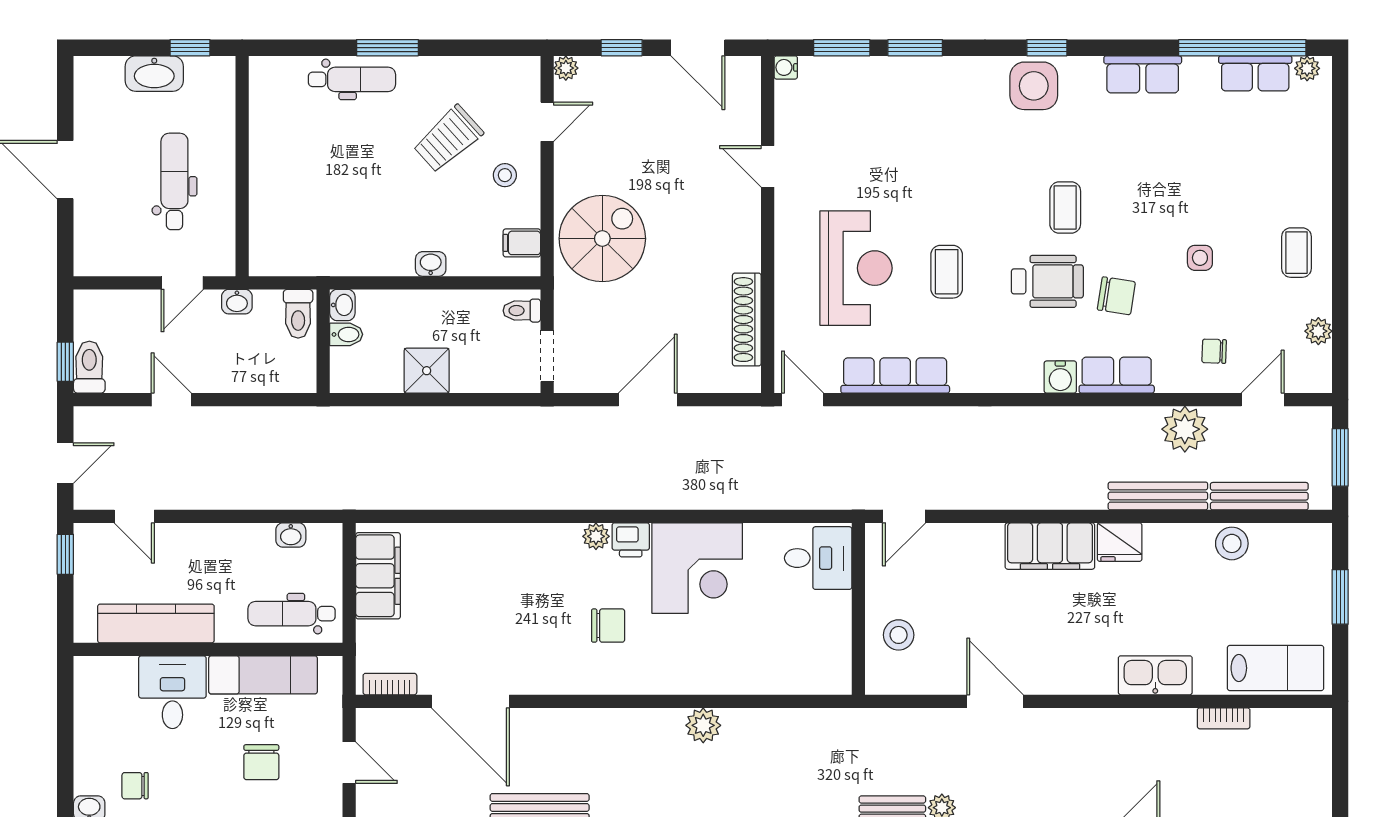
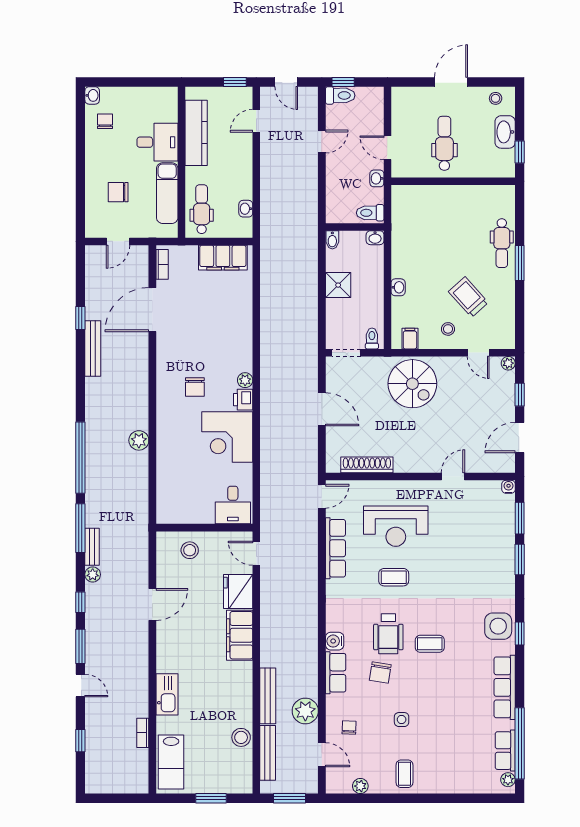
row of seats: (1143, 74) -> (505, 687), width x1.48
stool: (94, 90) -> (496, 98), added
dental chair: (174, 181) -> (444, 143), turned -90
coffee table: (1297, 253) -> (404, 774), turned 90
bidet: (346, 334) -> (332, 240), moved
fridge: (1120, 542) -> (238, 592), moved, width x1.36, depth x1.34

